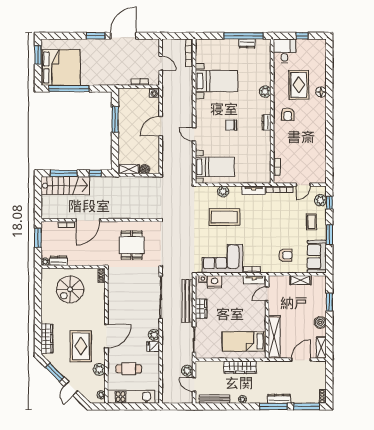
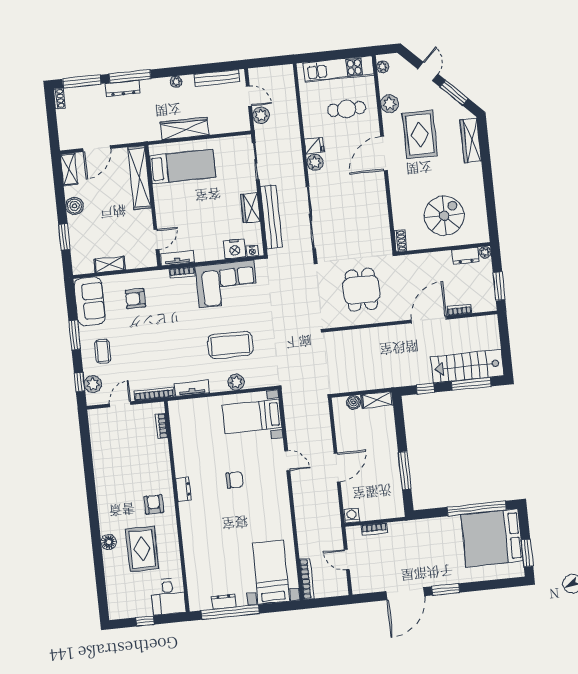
bed with nightstands: (216, 81) -> (271, 572), moved, turned 90
plant: (265, 92) -> (190, 534), removed

